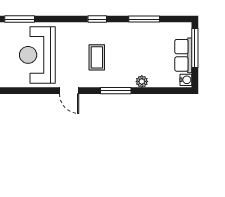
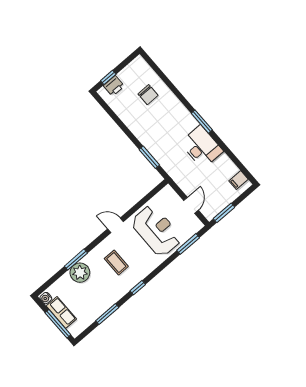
plant: (142, 81) -> (80, 273), width x1.87, depth x1.87
window: (116, 91) -> (76, 260), moved

